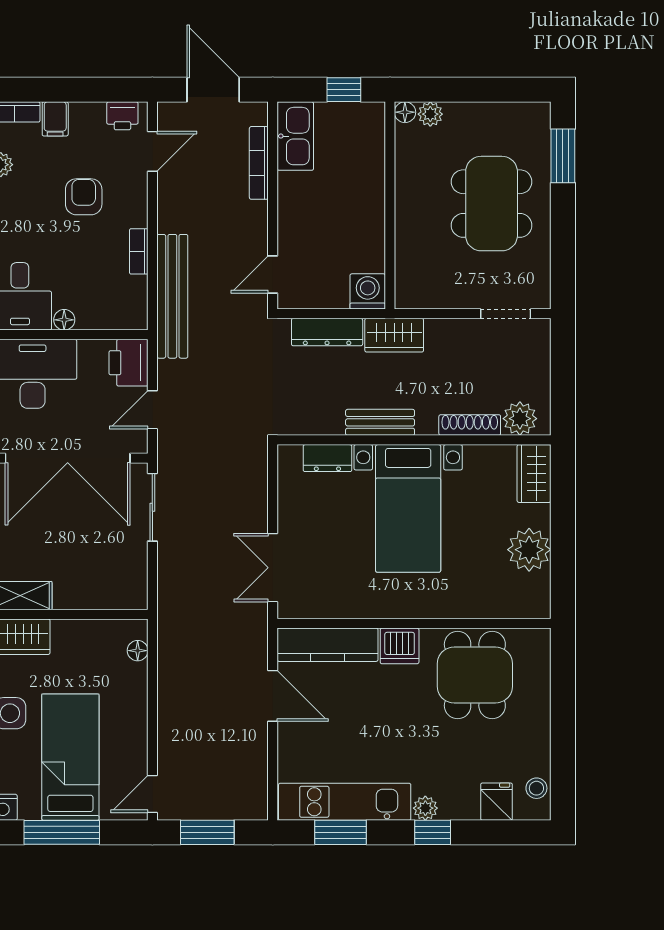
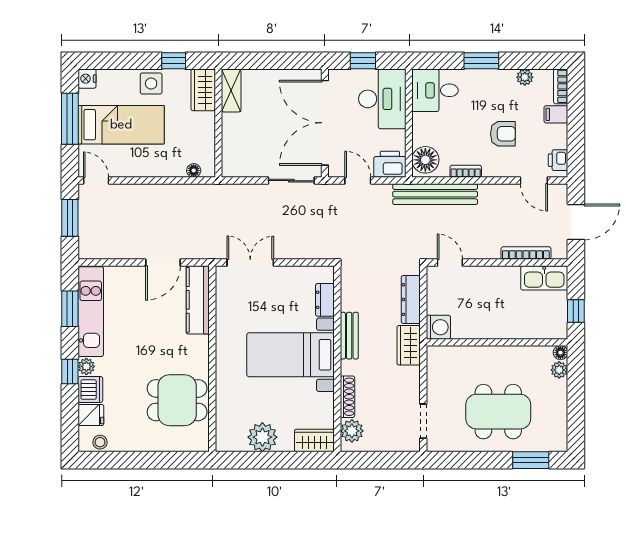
floor lamp: (64, 320) -> (425, 160), moved, width x1.89, depth x1.89
dishwasher: (400, 646) -> (90, 390), moved, turned 180

